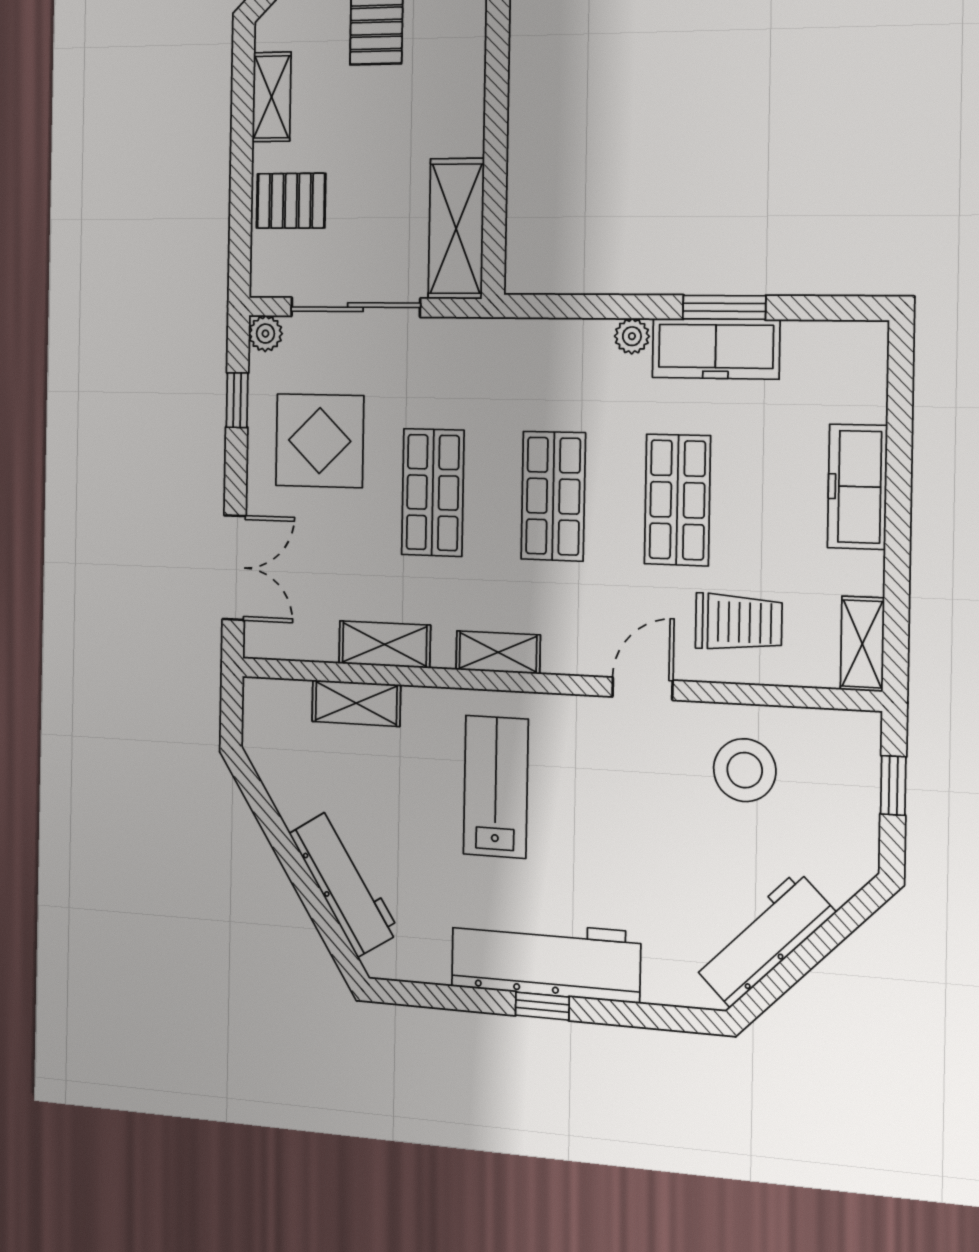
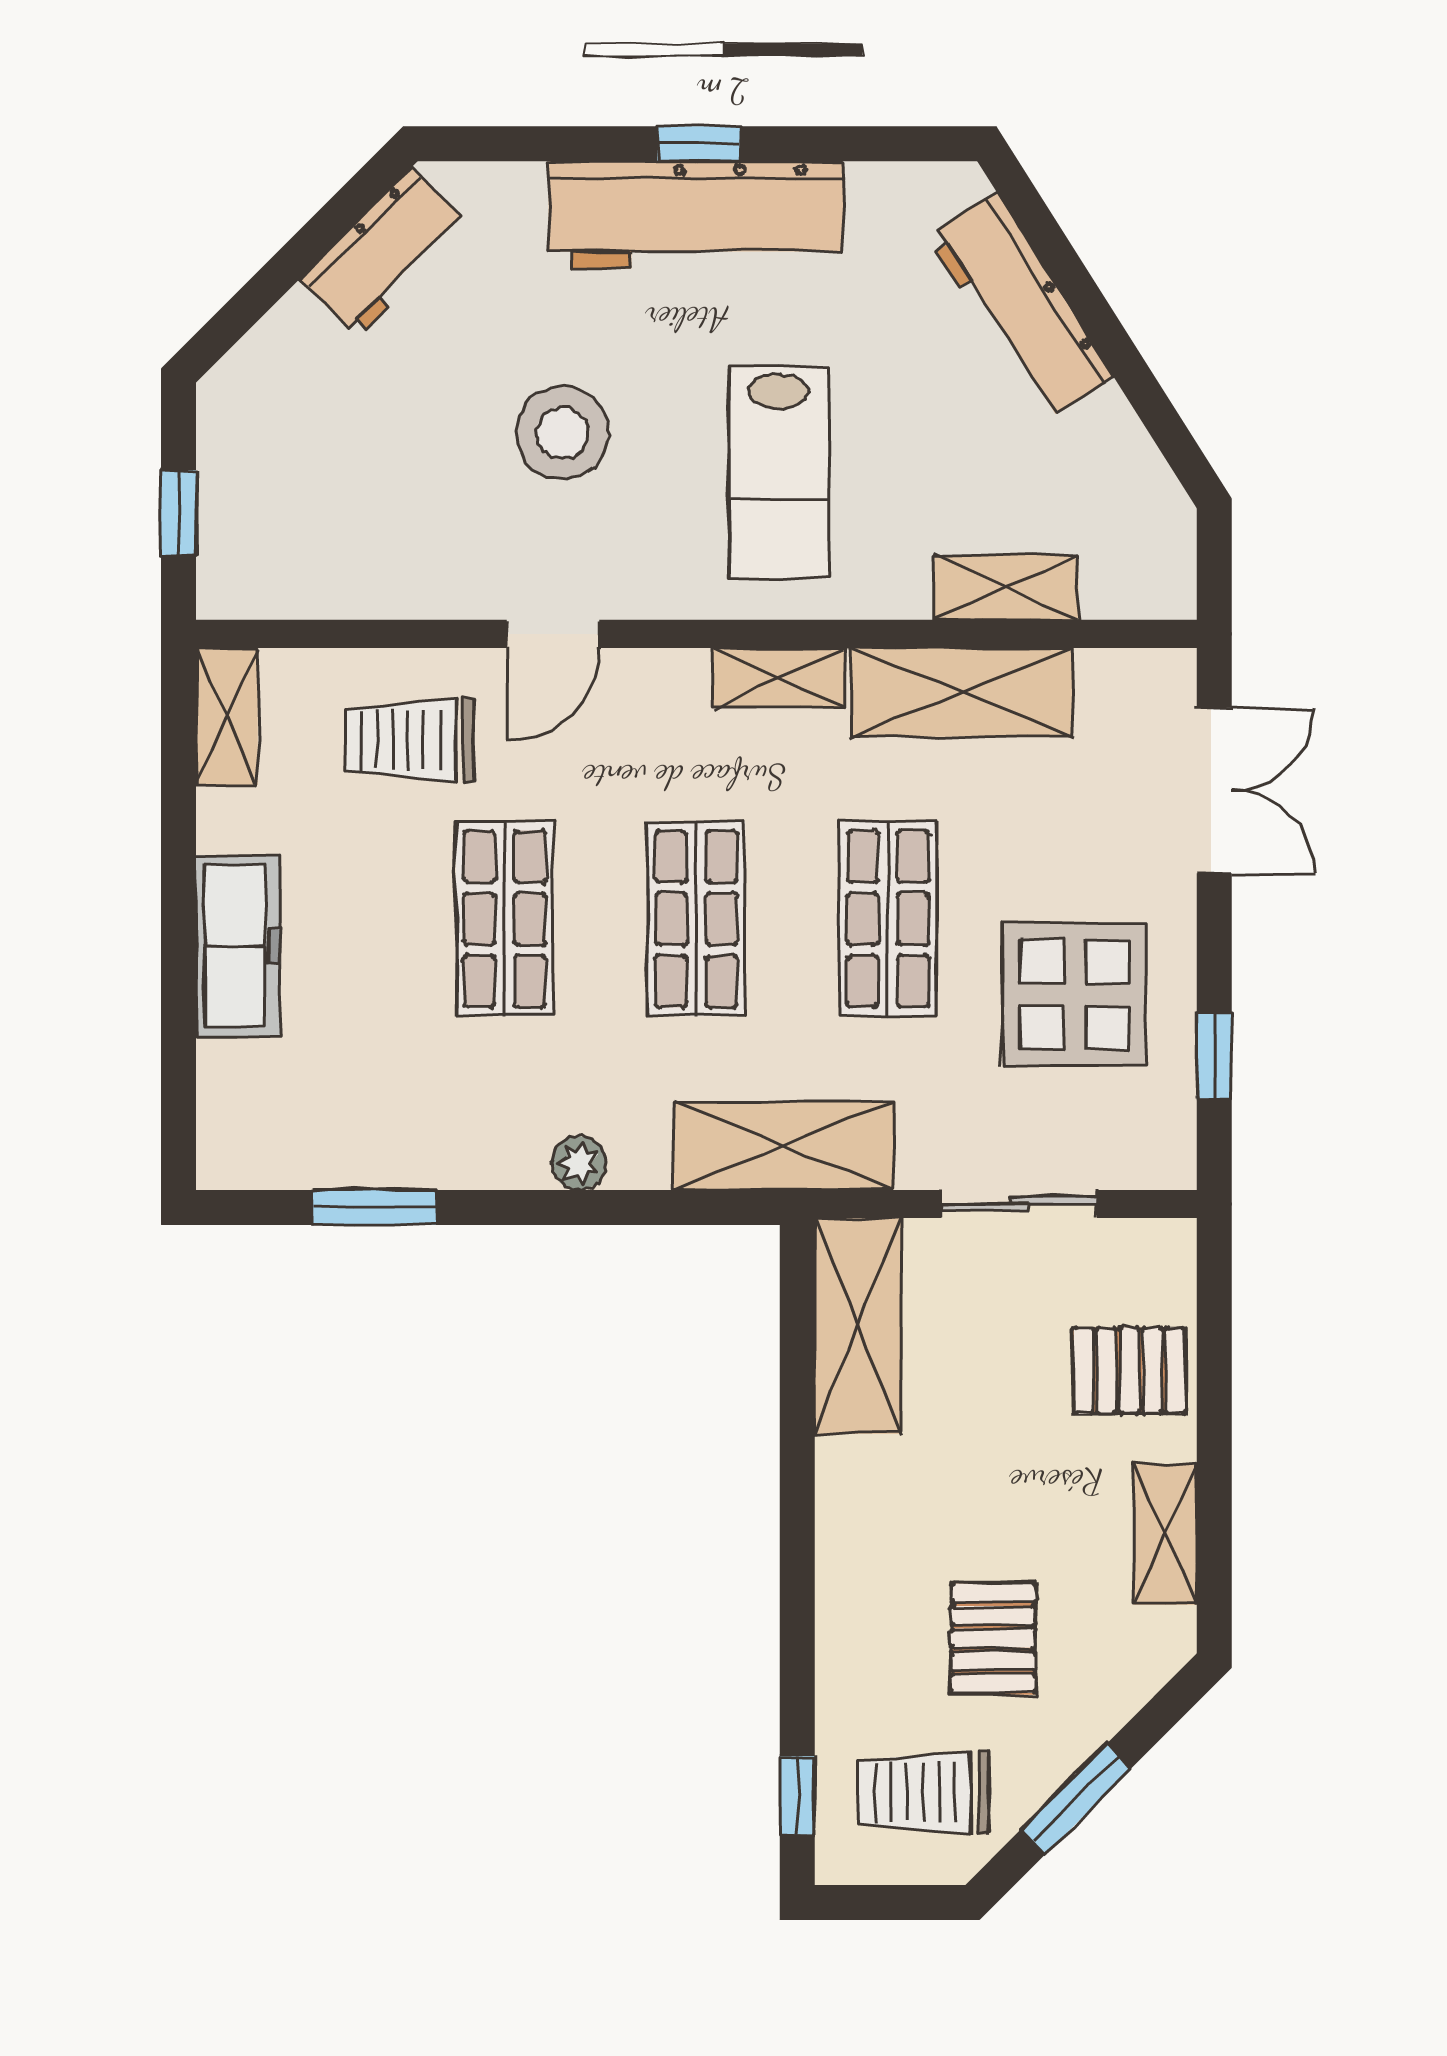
sliding door: (355, 307) -> (1019, 1204), width x0.73
window: (724, 307) -> (374, 1207), moved
plant: (265, 334) -> (1168, 1161), removed
shelving: (501, 346) -> (783, 1146), added
freezer: (716, 349) -> (451, 1146), removed
double door: (234, 568) -> (1214, 791), swing flipped
shelving: (385, 644) -> (962, 692), width x1.50, depth x1.33
stool: (745, 770) -> (562, 433), moved
workbench: (764, 939) -> (385, 252), width x0.73

